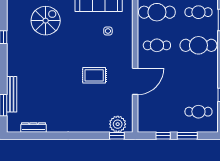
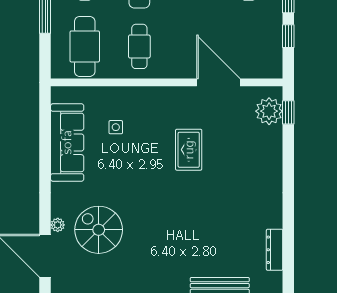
door: (135, 81) -> (218, 82), moved

